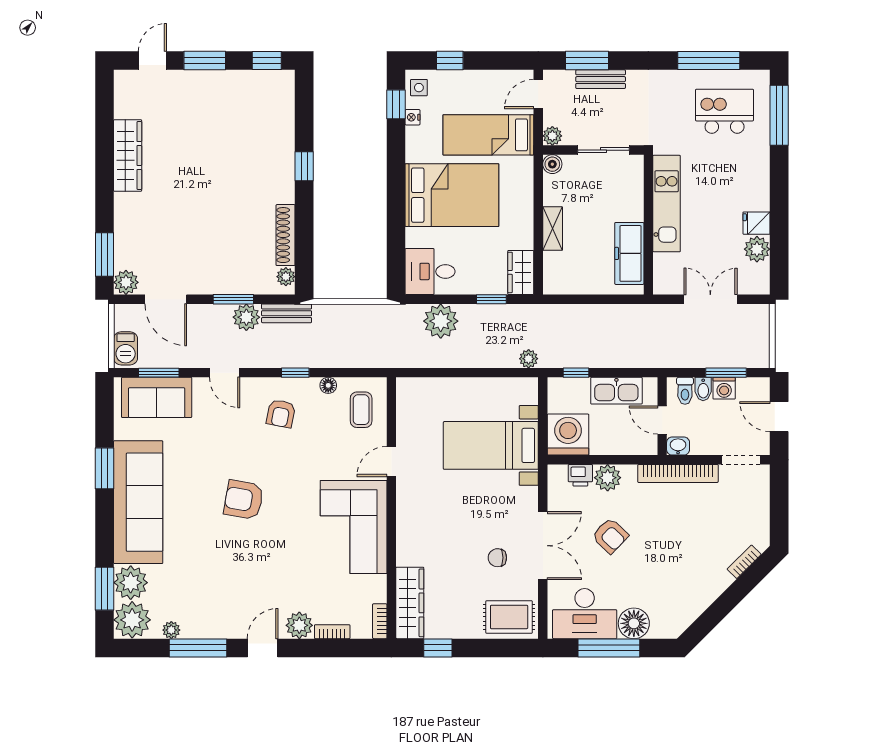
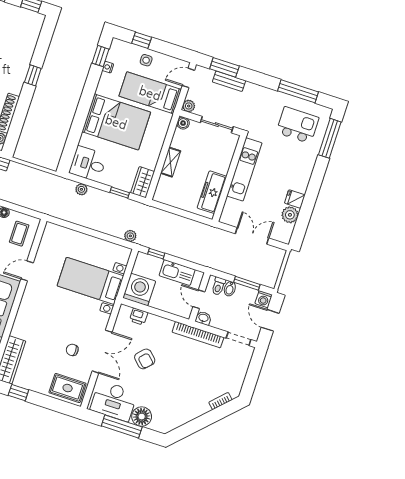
side table: (419, 88) -> (146, 60), moved
plant: (441, 321) -> (81, 189), width x0.53, depth x0.53
washing machine: (724, 388) -> (264, 299), moved
plant: (608, 478) -> (155, 323), removed

